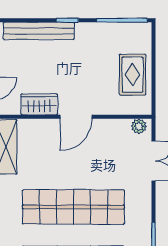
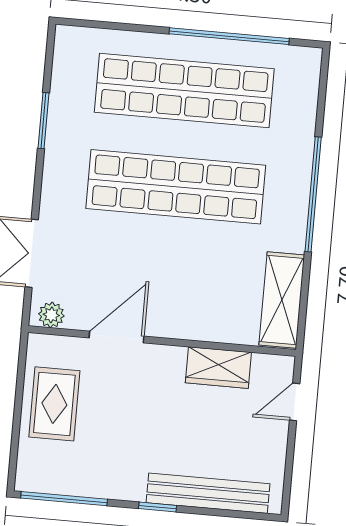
door: (76, 117) -> (116, 337), moved

